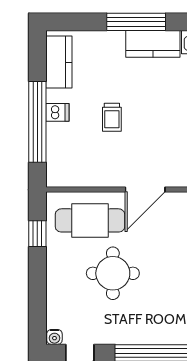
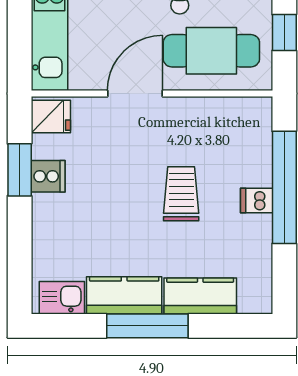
kitchen counter: (59, 62) -> (200, 296), moved, turned 90
trolley: (112, 117) -> (181, 194), width x1.36, depth x1.39

